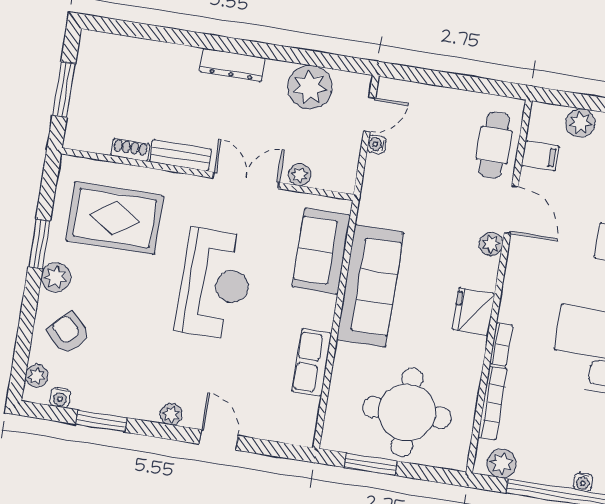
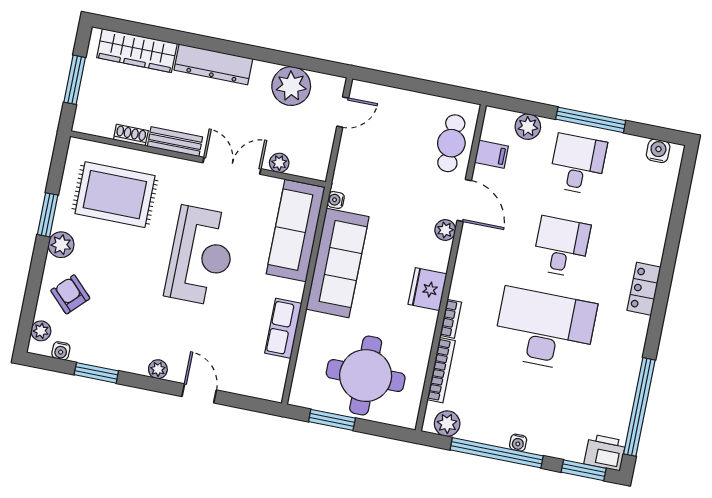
wardrobe: (133, 54) -> (137, 51), added
dresser: (232, 65) -> (213, 64), width x1.37, depth x1.24
water cooler: (377, 144) -> (336, 200), moved
sofa: (321, 251) -> (296, 231), width x1.36

